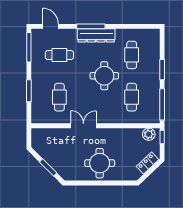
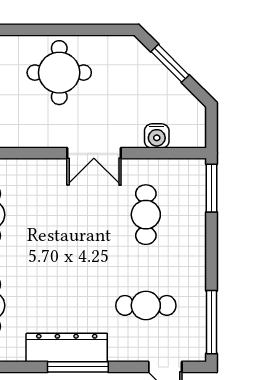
round table: (104, 76) -> (49, 261), removed
window: (29, 91) -> (211, 188), moved
water cooler: (54, 134) -> (157, 136), added

